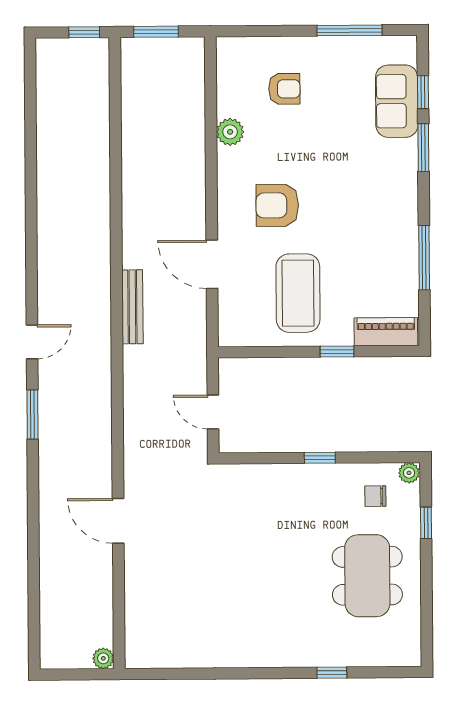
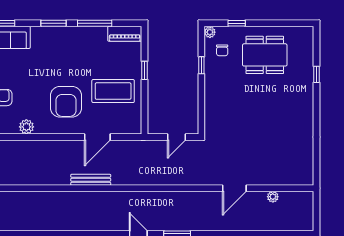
window: (423, 148) -> (53, 23), moved
armchair: (277, 205) -> (66, 102), width x1.36, depth x1.36
bench: (132, 307) -> (91, 180), moved
piano: (386, 332) -> (125, 34), moved, turned -90
window: (320, 458) -> (201, 65), moved
plant: (103, 658) -> (273, 197), moved

